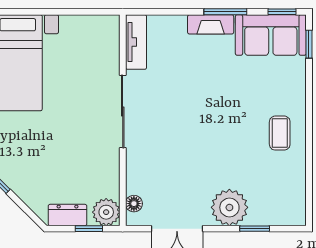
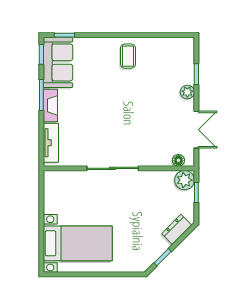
tv unit: (136, 42) -> (51, 143), moved, turned 90
coffee table: (280, 133) -> (128, 56), turned 90
plant: (229, 207) -> (187, 92), width x0.53, depth x0.53
dresser: (68, 215) -> (177, 229), moved, turned 45

